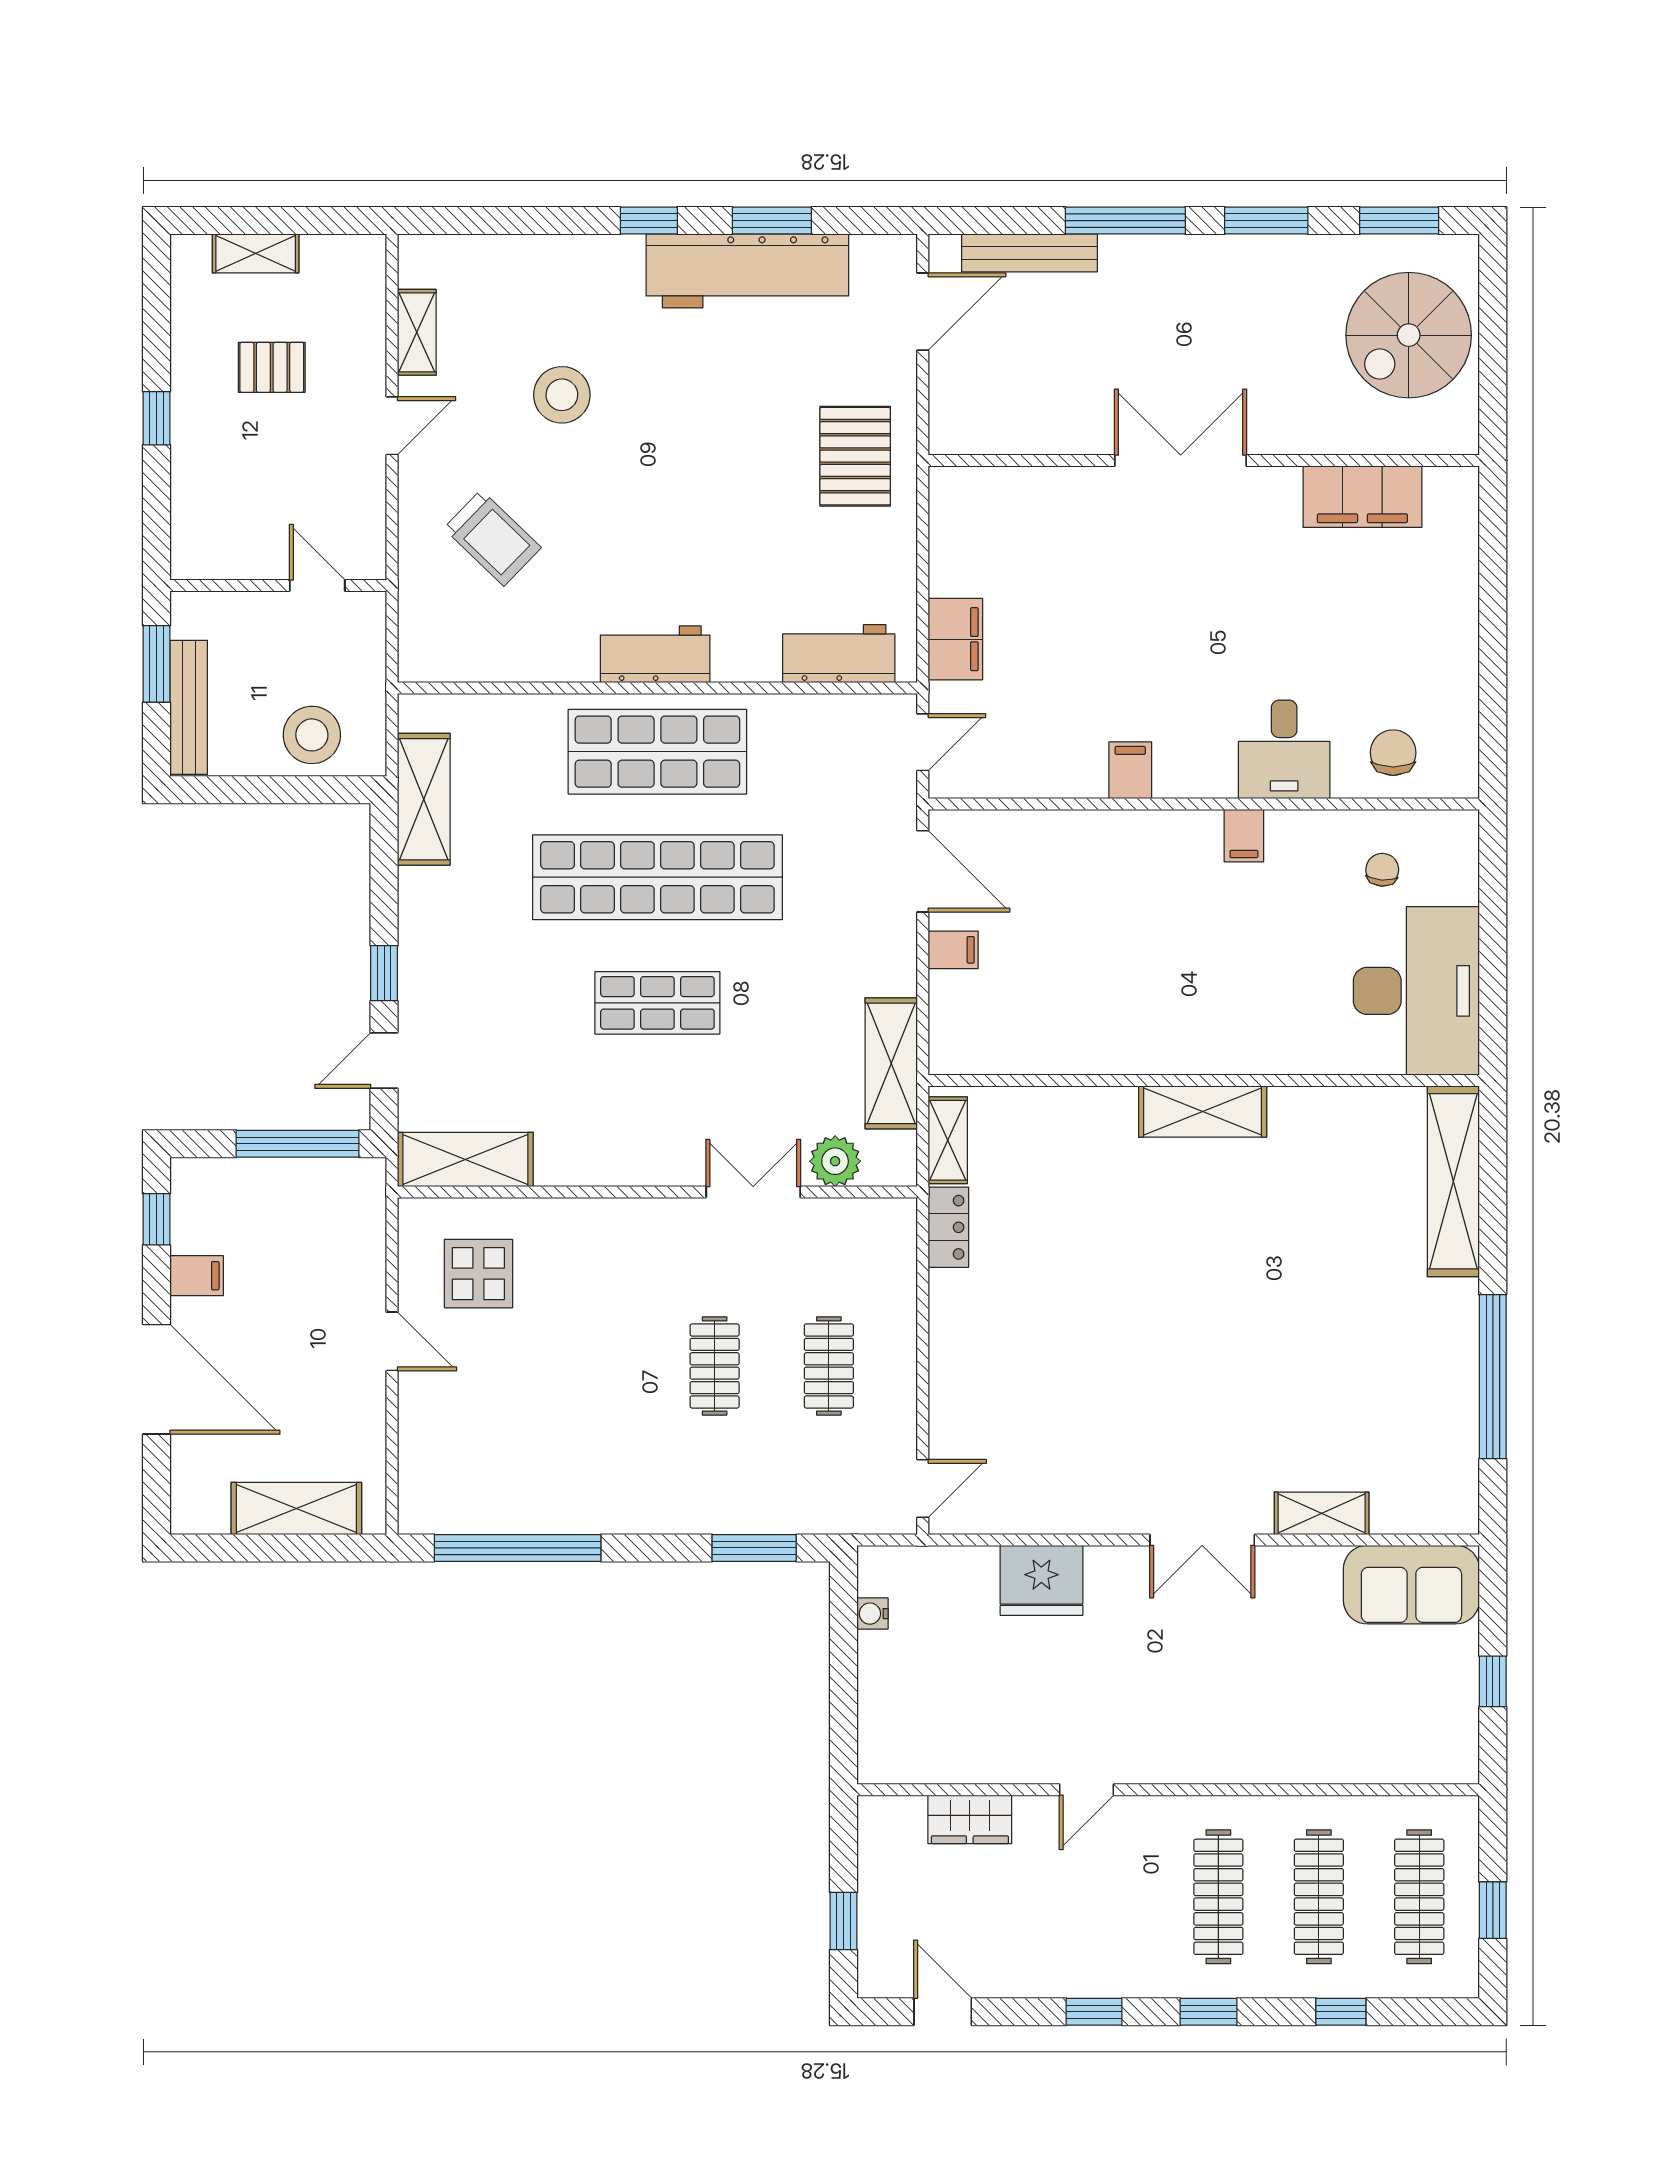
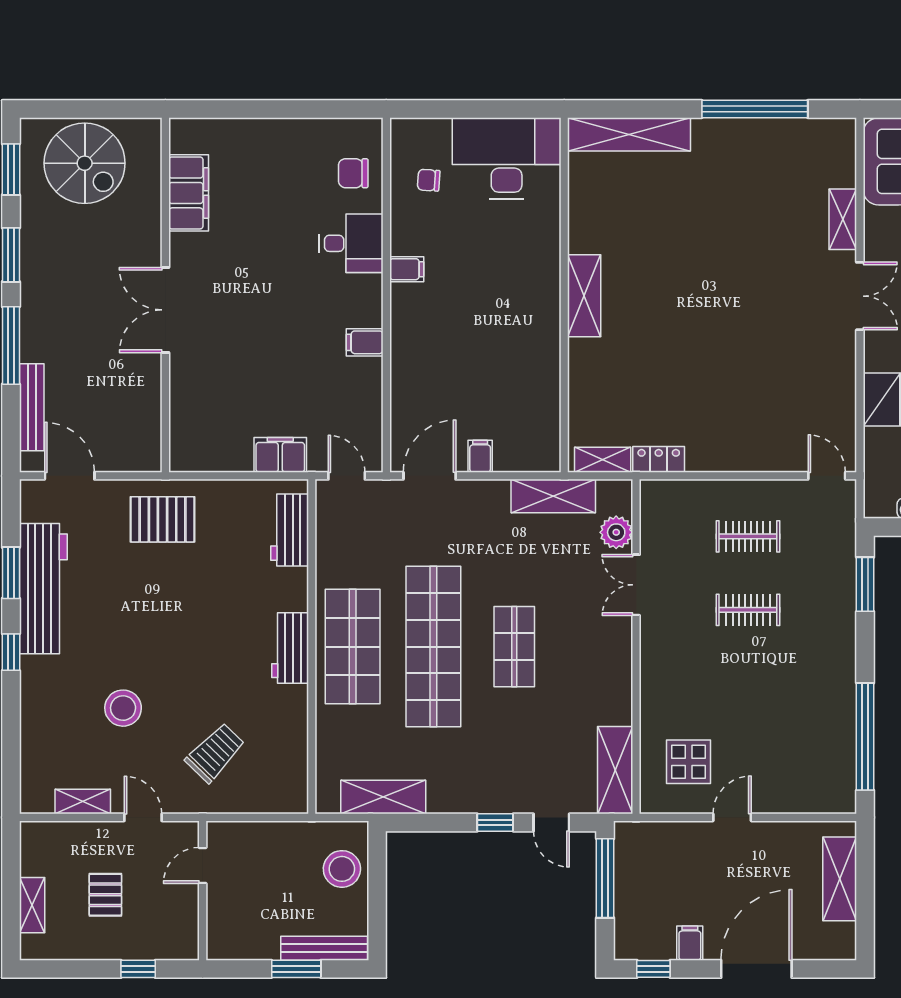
wall: (278, 585) -> (203, 891), moved
door: (317, 585) -> (203, 865), moved

